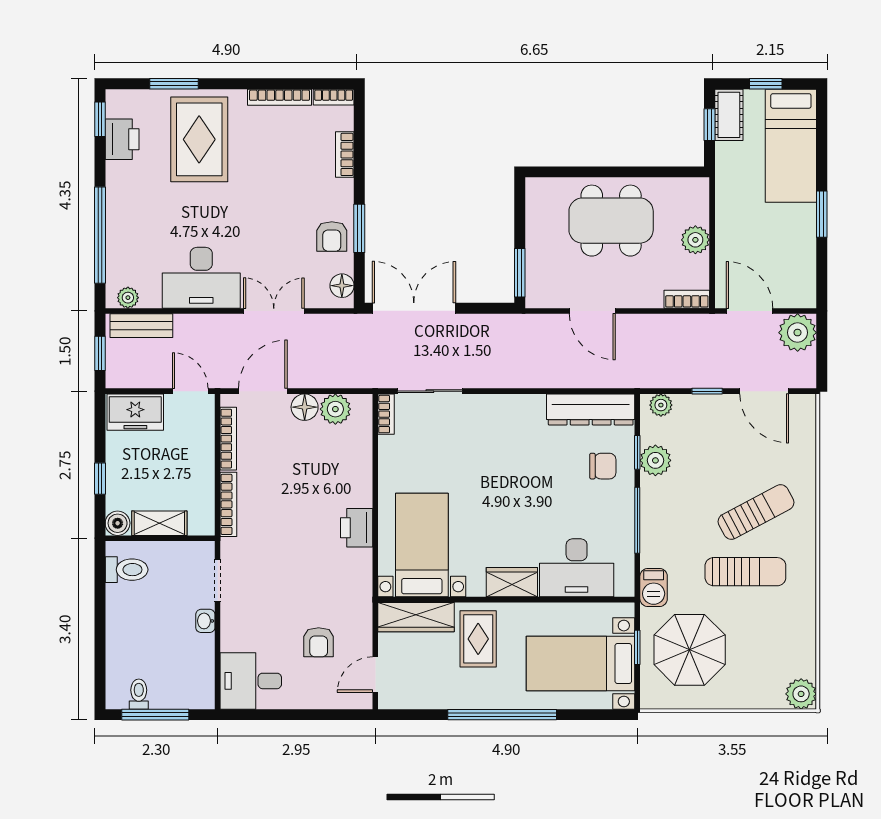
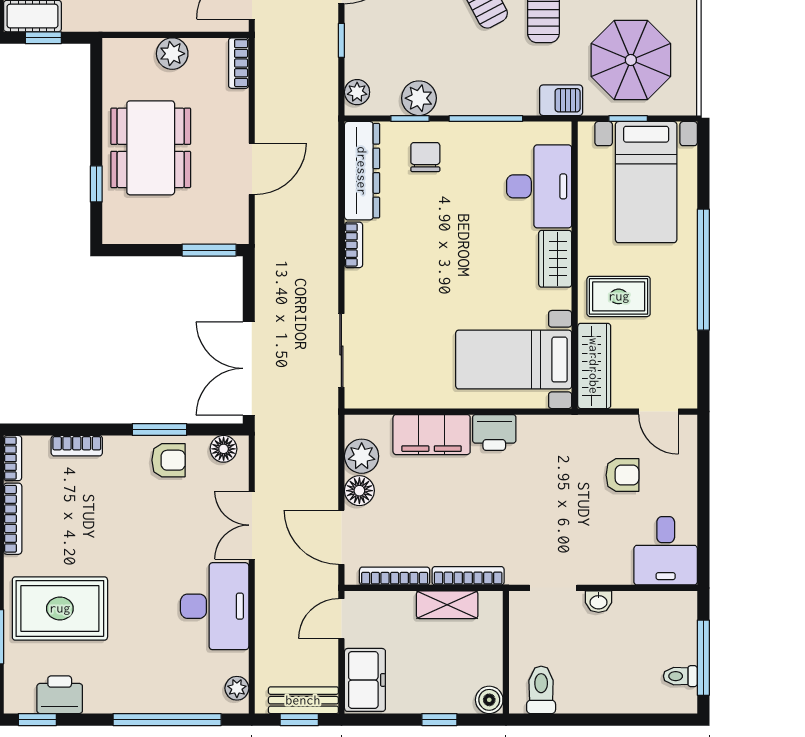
window: (579, 172) -> (96, 184), added
bench: (141, 326) -> (303, 700), moved, turned 90
bookcase: (386, 414) -> (354, 245), moved, turned 90
filing cabinet: (355, 472) -> (432, 435), added
shelving: (159, 523) -> (447, 605), moved, turned 90

